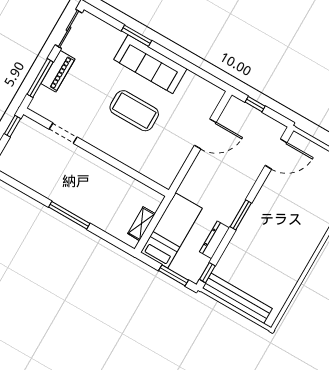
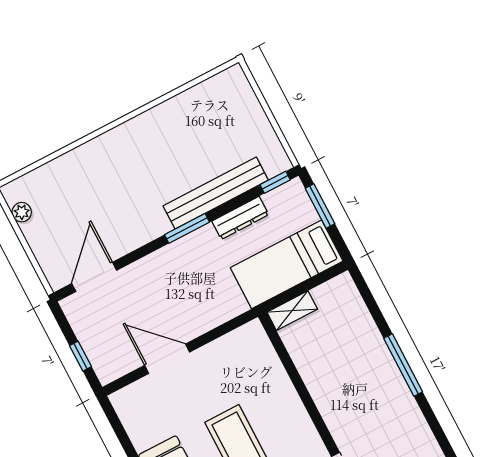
door: (276, 154) -> (94, 277), hinge flipped
shelving: (141, 224) -> (292, 311), moved
bench: (237, 298) -> (216, 193), moved, turned 90

